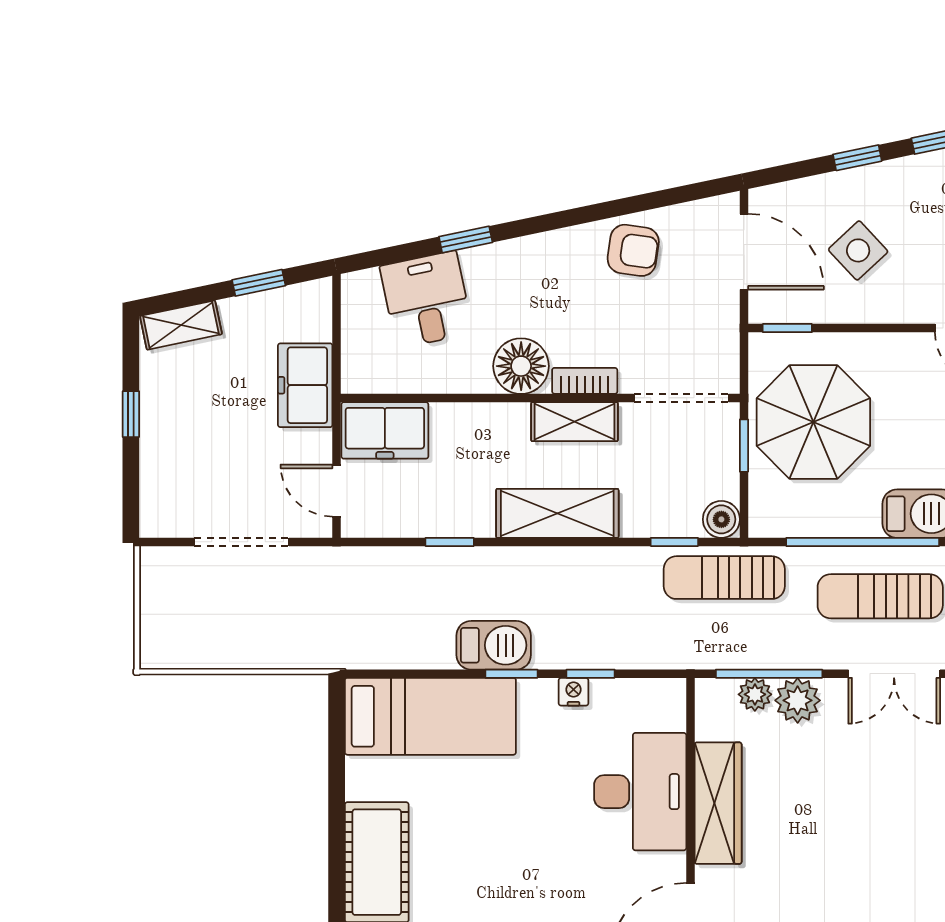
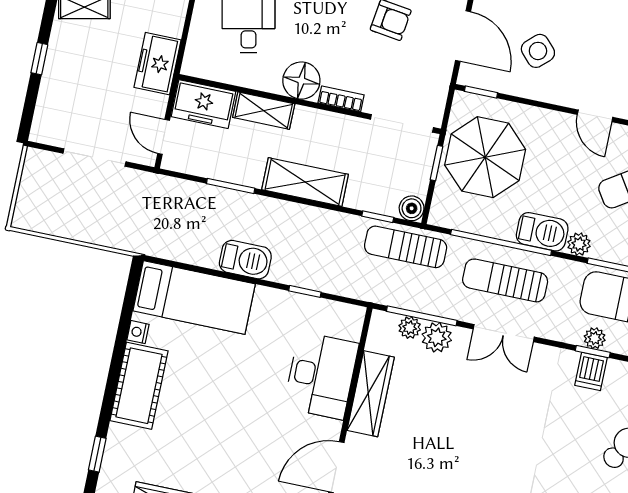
shelving: (575, 422) -> (264, 111), moved
window: (450, 542) -> (231, 186), width x1.50
window: (511, 674) -> (253, 281), removed
nightstand: (574, 692) -> (138, 332), moved, turned -90

